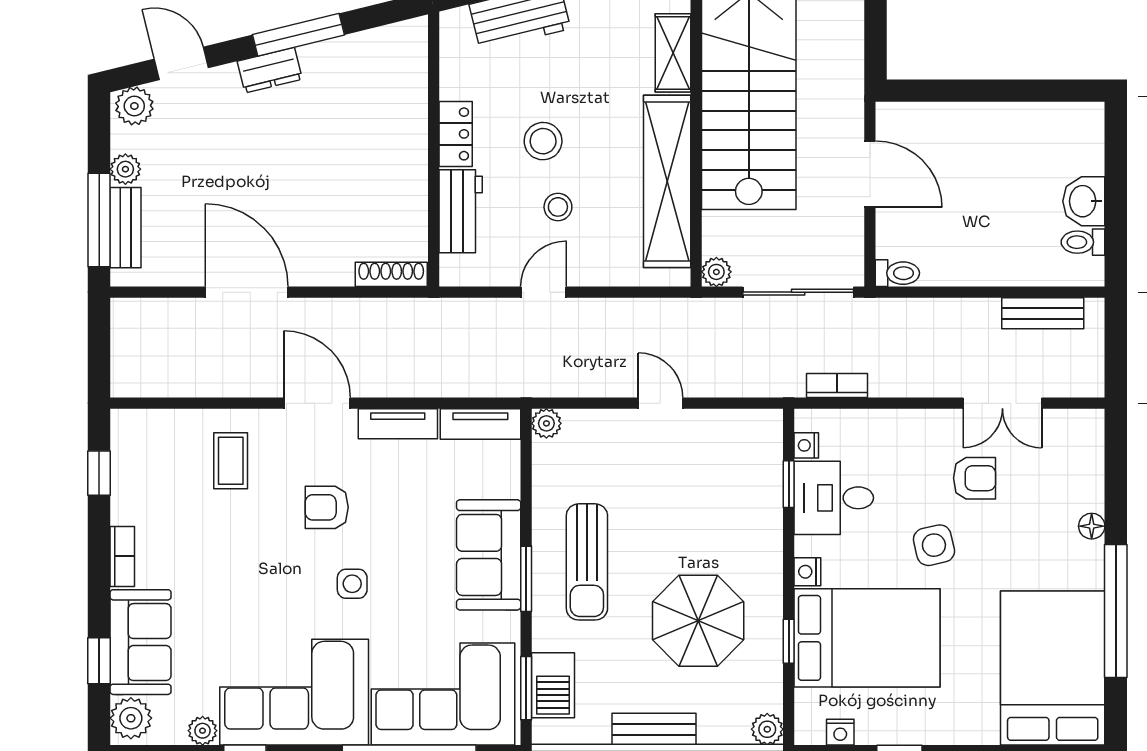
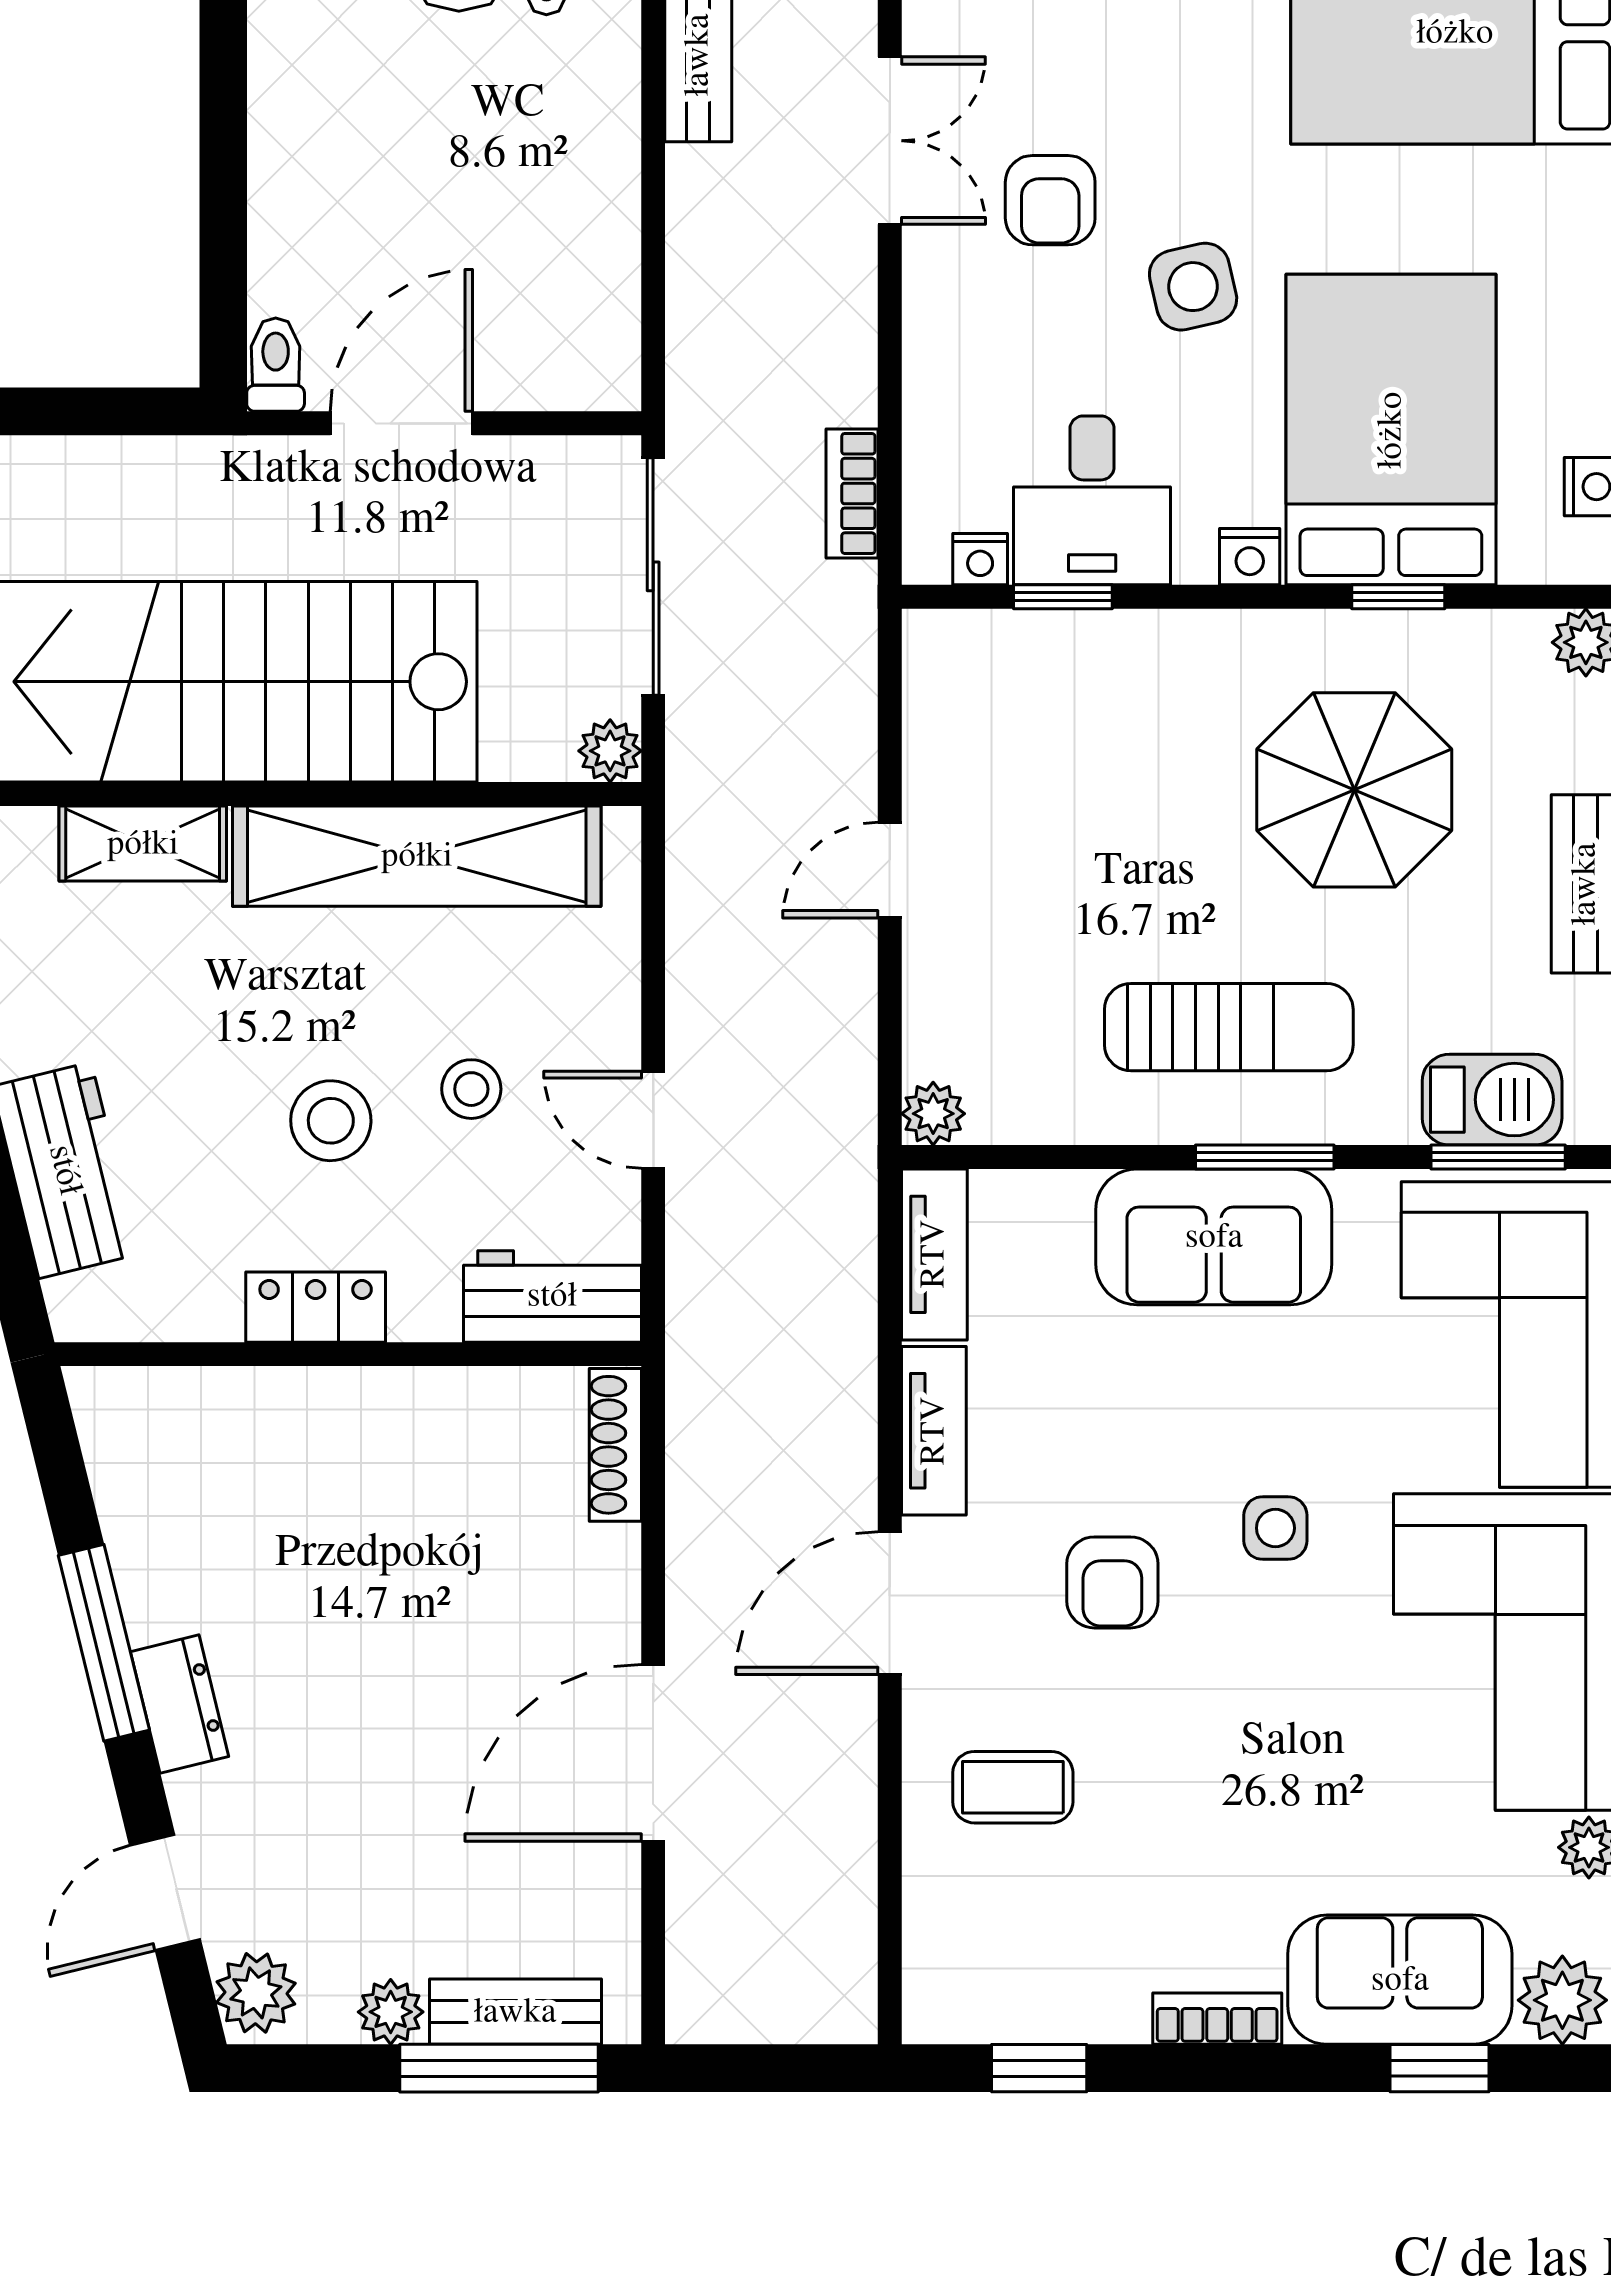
workbench: (461, 211) -> (552, 1296), moved
toilet: (897, 273) -> (276, 365), moved
armchair: (974, 478) -> (1050, 200), turned 180

